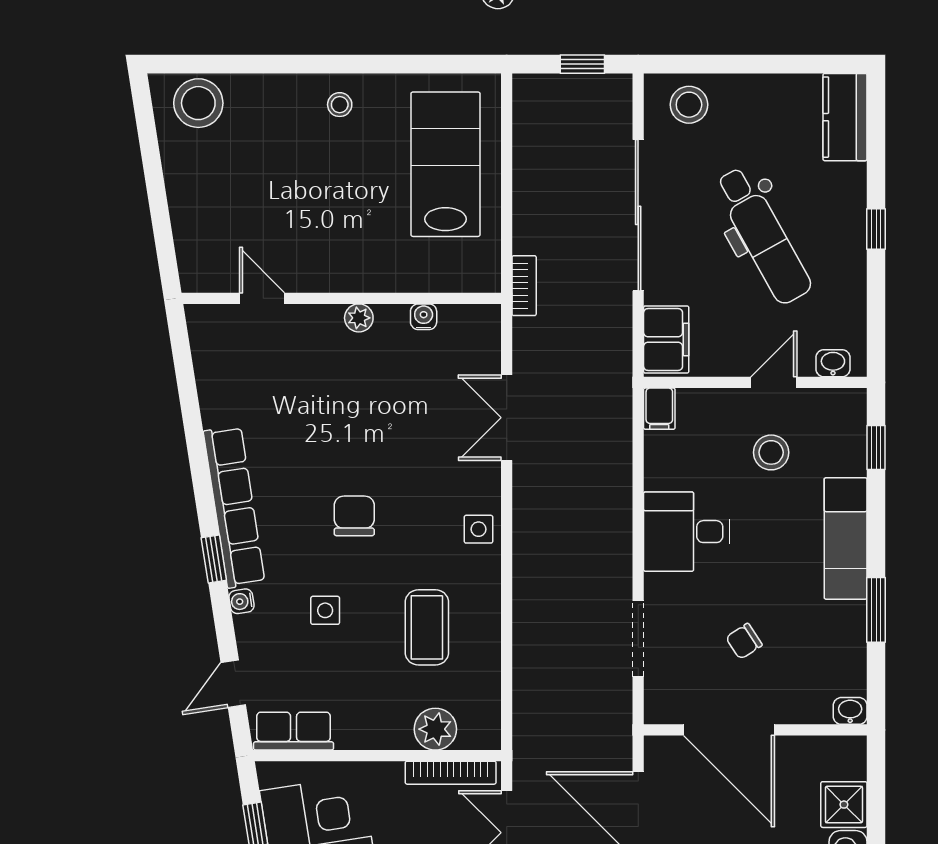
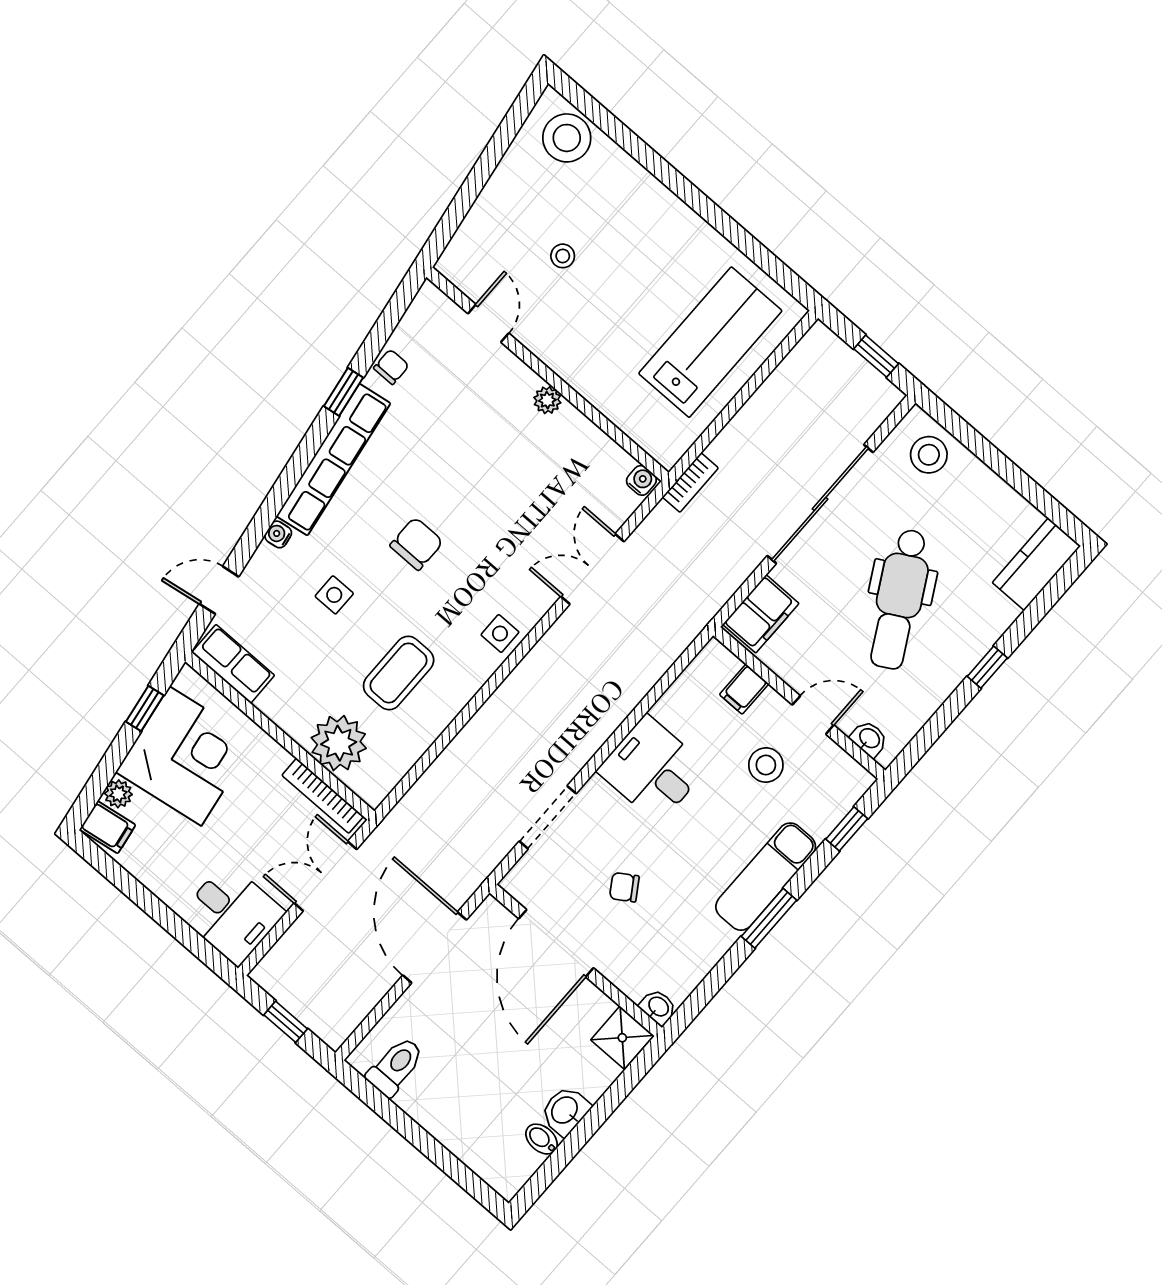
stool: (340, 105) -> (563, 256), moved
water cooler: (424, 317) -> (641, 480), moved
chair: (216, 397) -> (391, 367), added
filing cabinet: (659, 409) -> (744, 689), moved
window: (214, 559) -> (343, 392), moved
window: (876, 610) -> (769, 918), moved
plant: (435, 729) -> (339, 743), width x1.36, depth x1.36
shower: (844, 805) -> (622, 1038), moved

